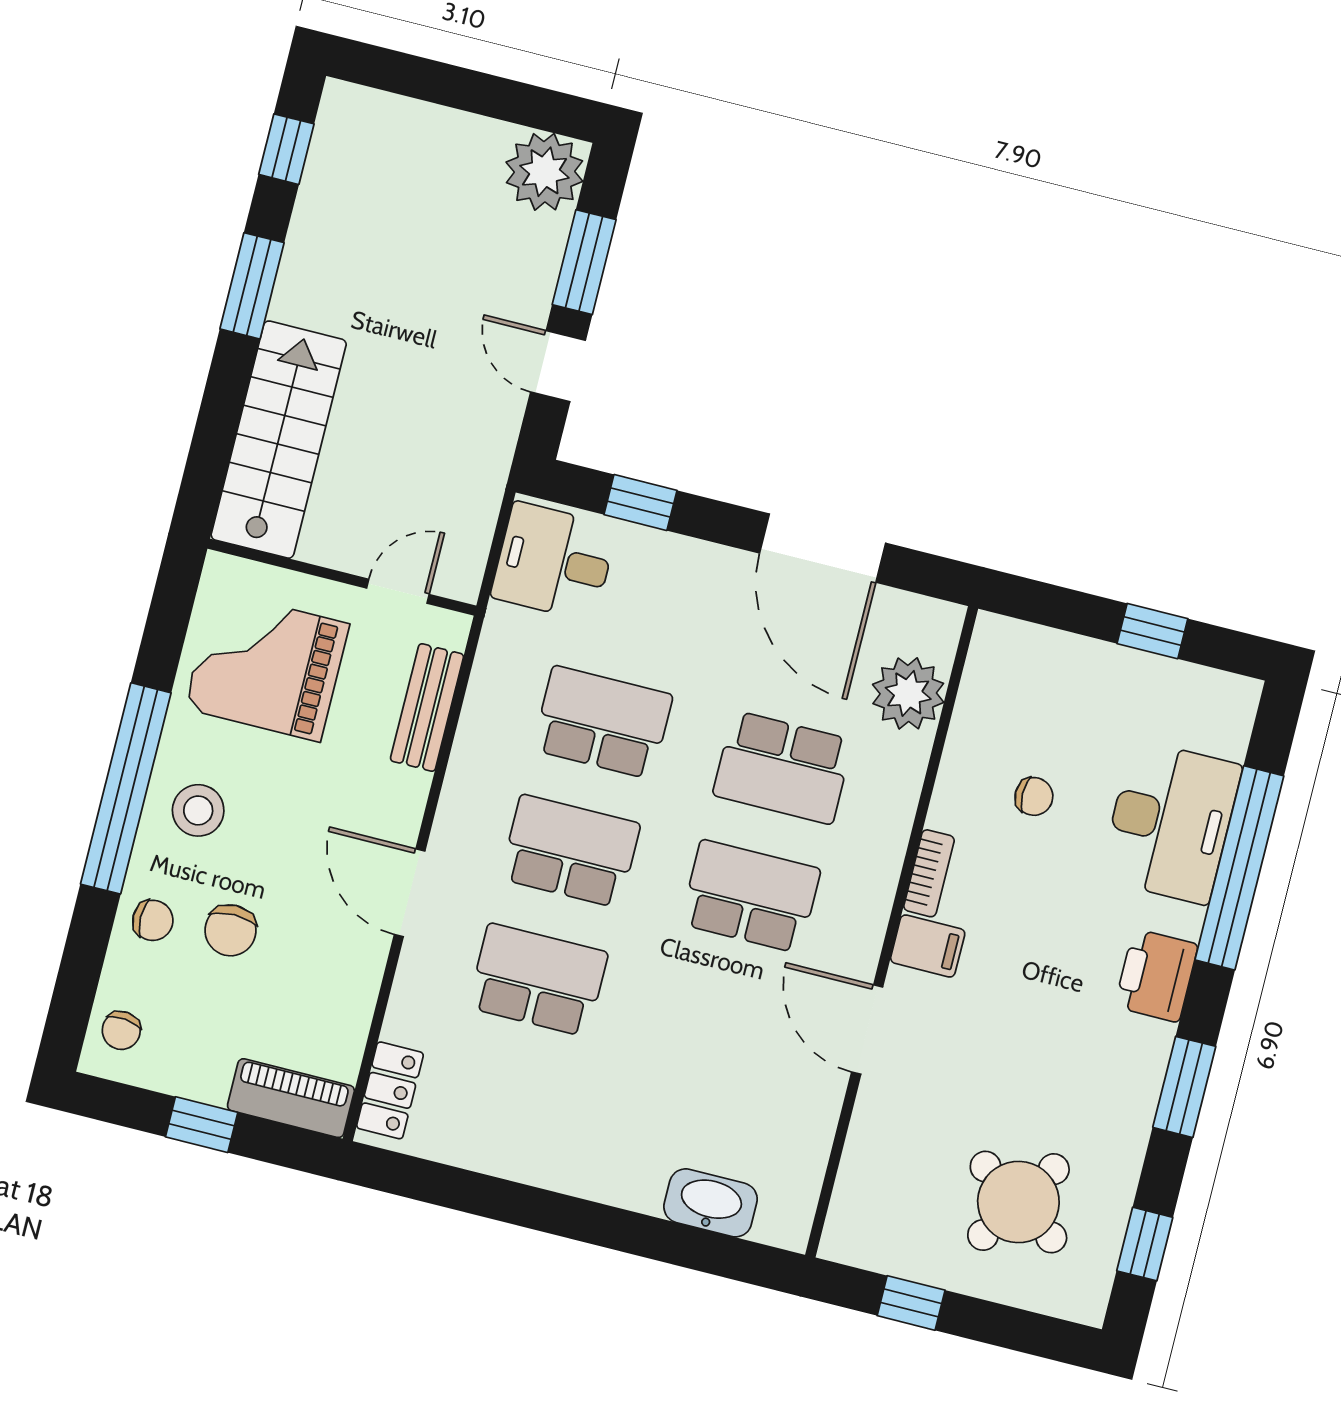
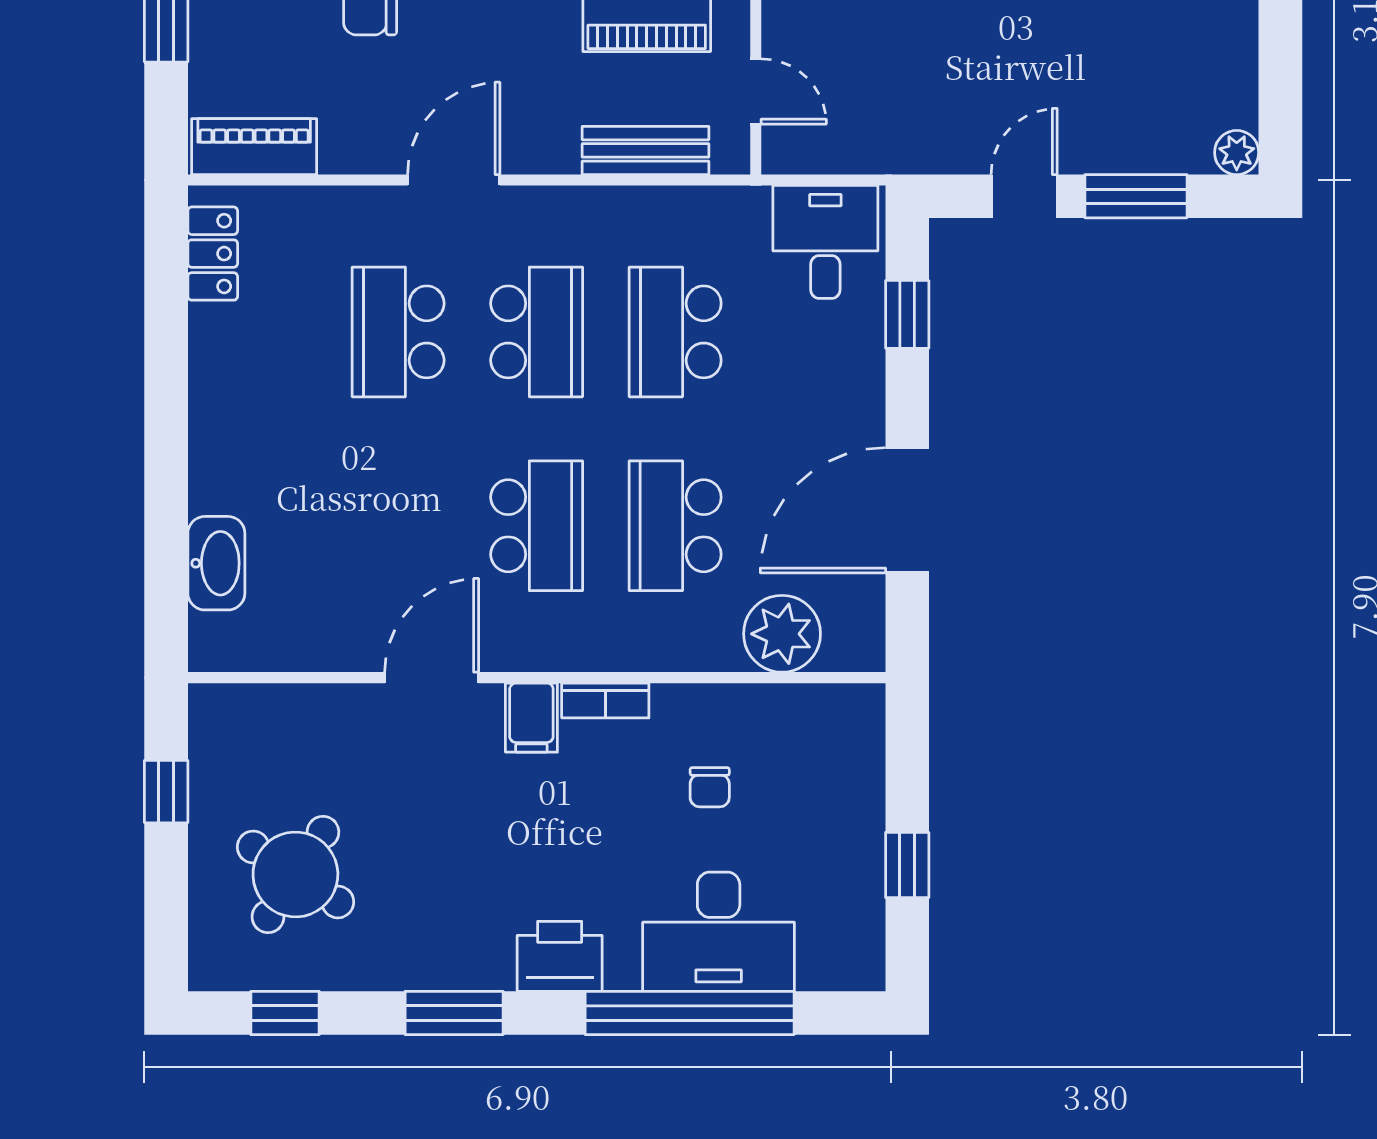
plant: (544, 172) -> (1237, 153), width x0.53, depth x0.53
school desk: (603, 722) -> (675, 332), turned 180
school desk: (538, 980) -> (398, 332), turned 180
locker: (390, 1090) -> (213, 254), moved, turned -90
piano: (291, 1098) -> (254, 147), moved, turned -90

